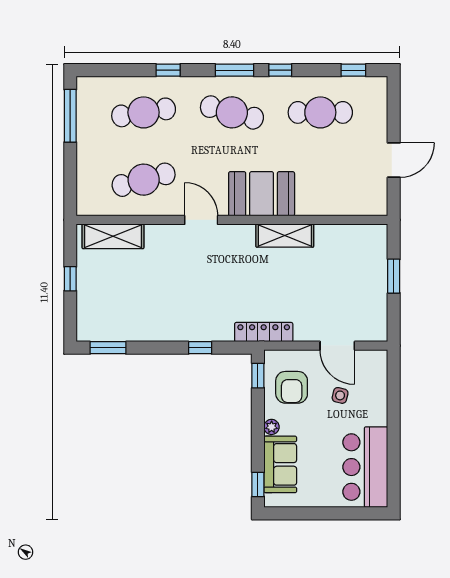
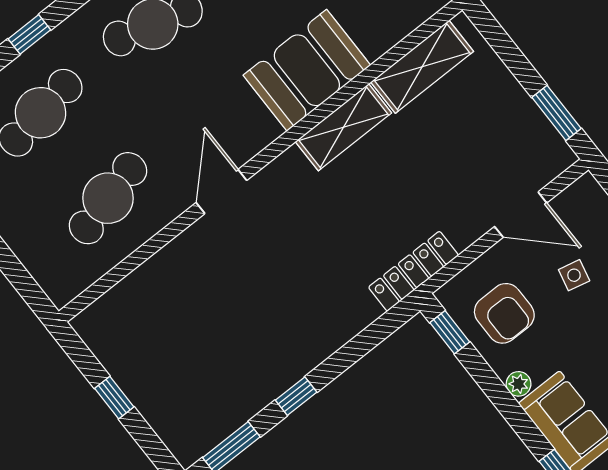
booth: (262, 194) -> (307, 70), moved
door: (201, 220) -> (221, 192), hinge flipped
shelving: (113, 236) -> (422, 67), moved
window: (394, 276) -> (557, 113), moved
window: (200, 348) -> (296, 396), moved

